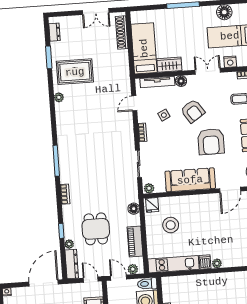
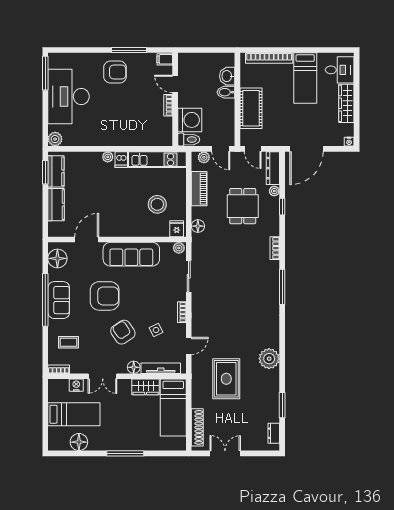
rug: (75, 72) -> (226, 379), moved, turned 90
plant: (59, 97) -> (269, 359), width x1.87, depth x1.87
armchair: (211, 142) -> (105, 296), turned 90

